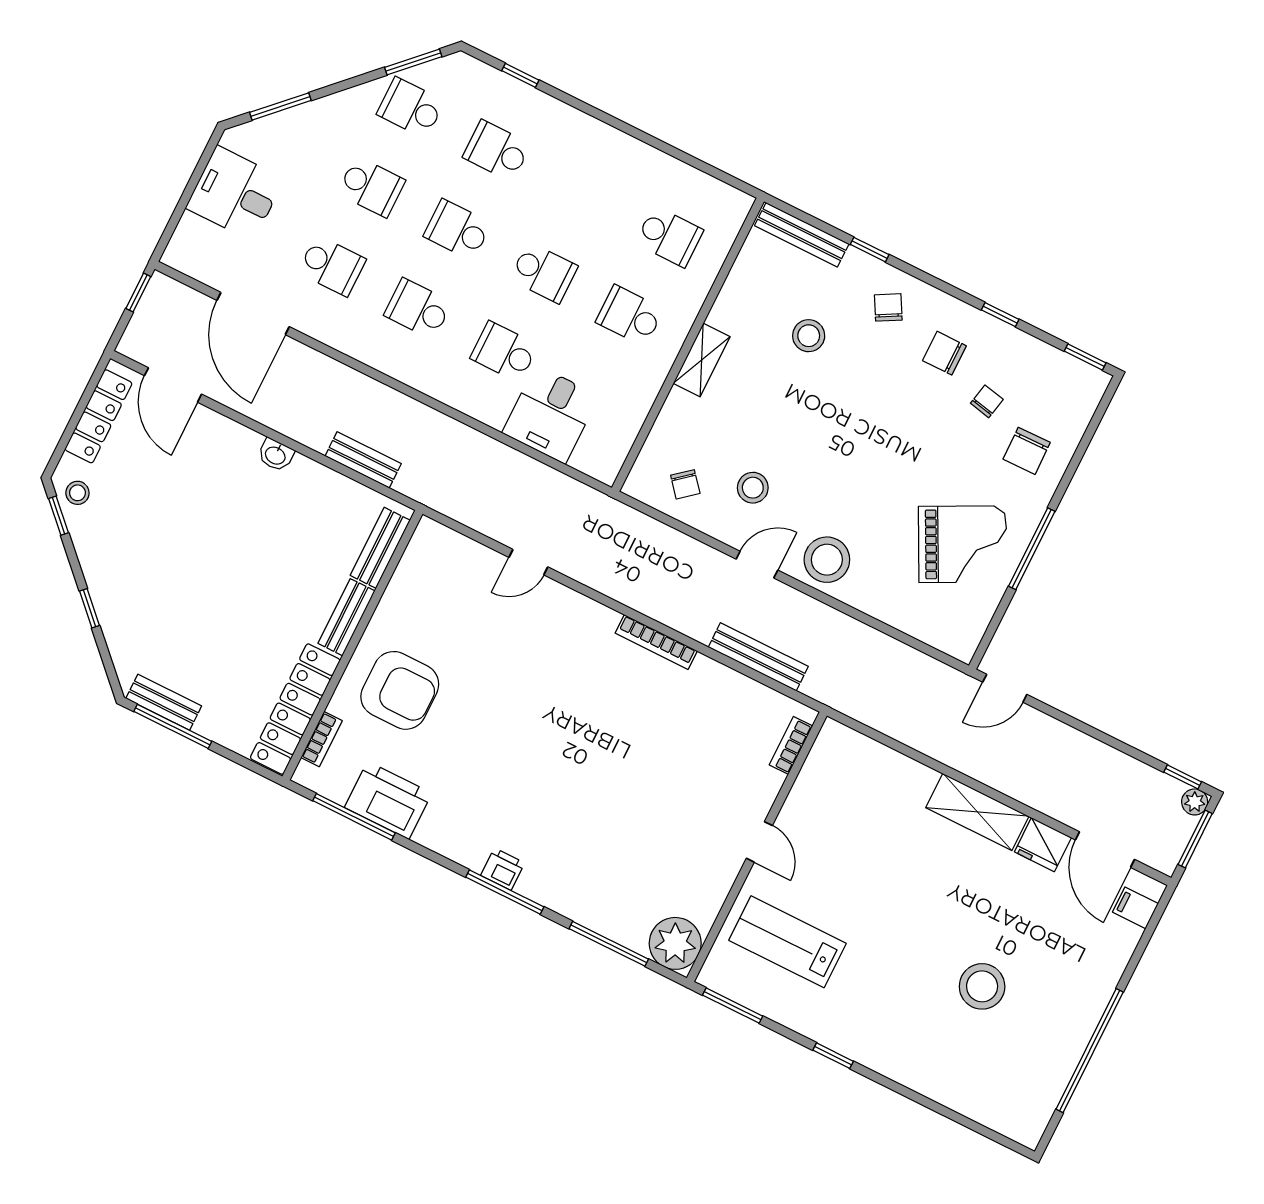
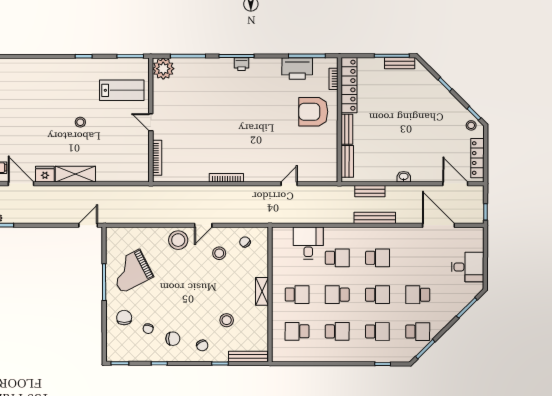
school desk: (332, 266) -> (337, 331), moved, turned 180
bench: (758, 657) -> (375, 218), moved
bookcase: (791, 745) -> (157, 158), width x1.56
stool: (982, 986) -> (80, 122), moved, width x0.53, depth x0.53

